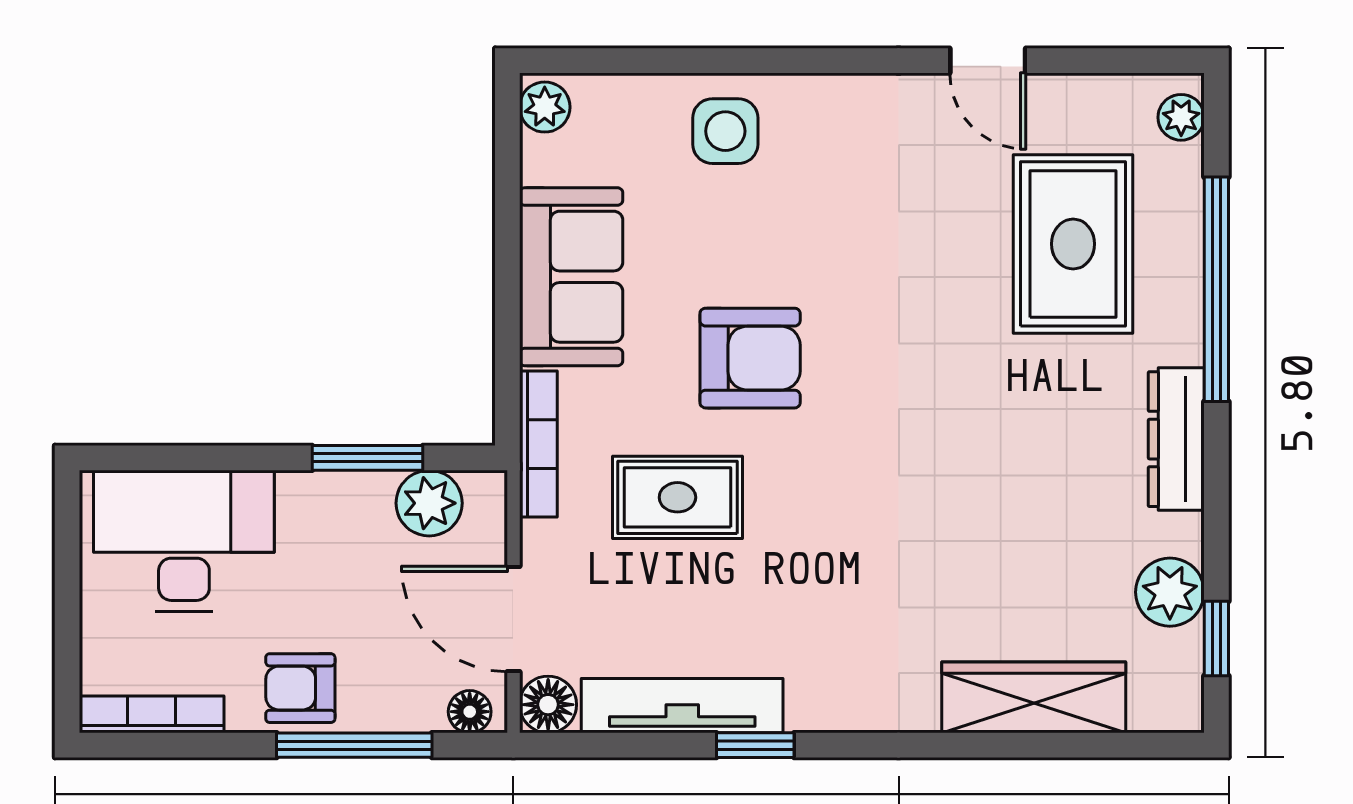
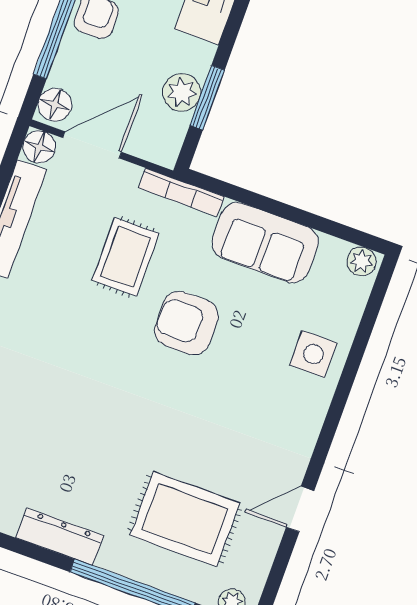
armchair: (750, 358) -> (186, 323), turned 90
plant: (429, 503) -> (182, 92), moved
floor lamp: (470, 712) -> (55, 105), width x1.37, depth x1.37

